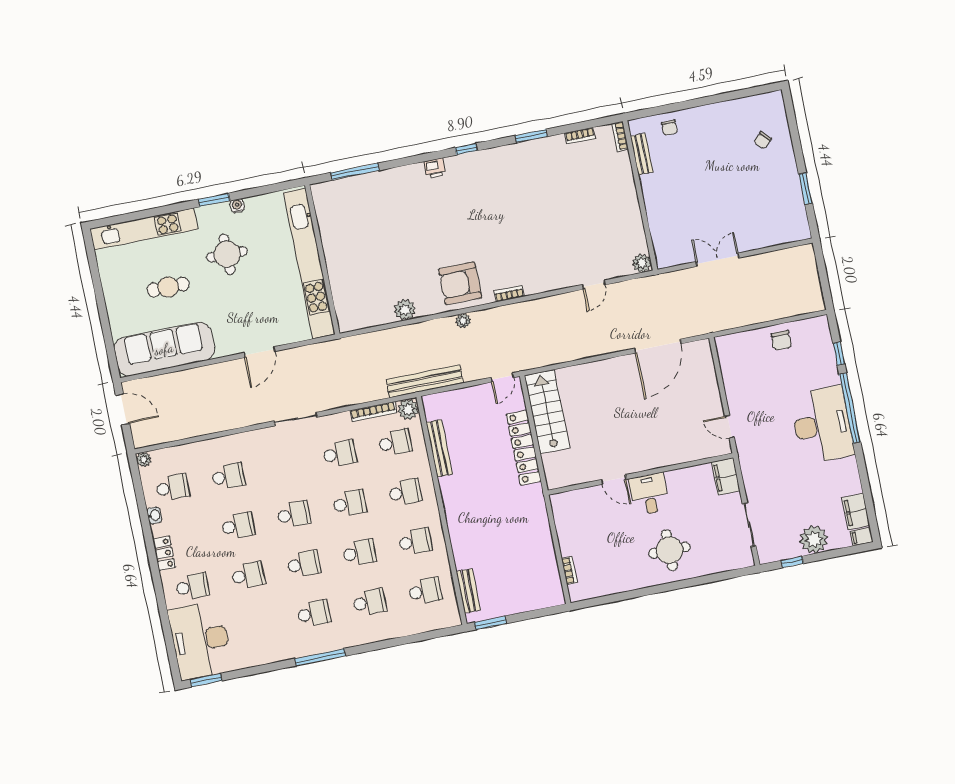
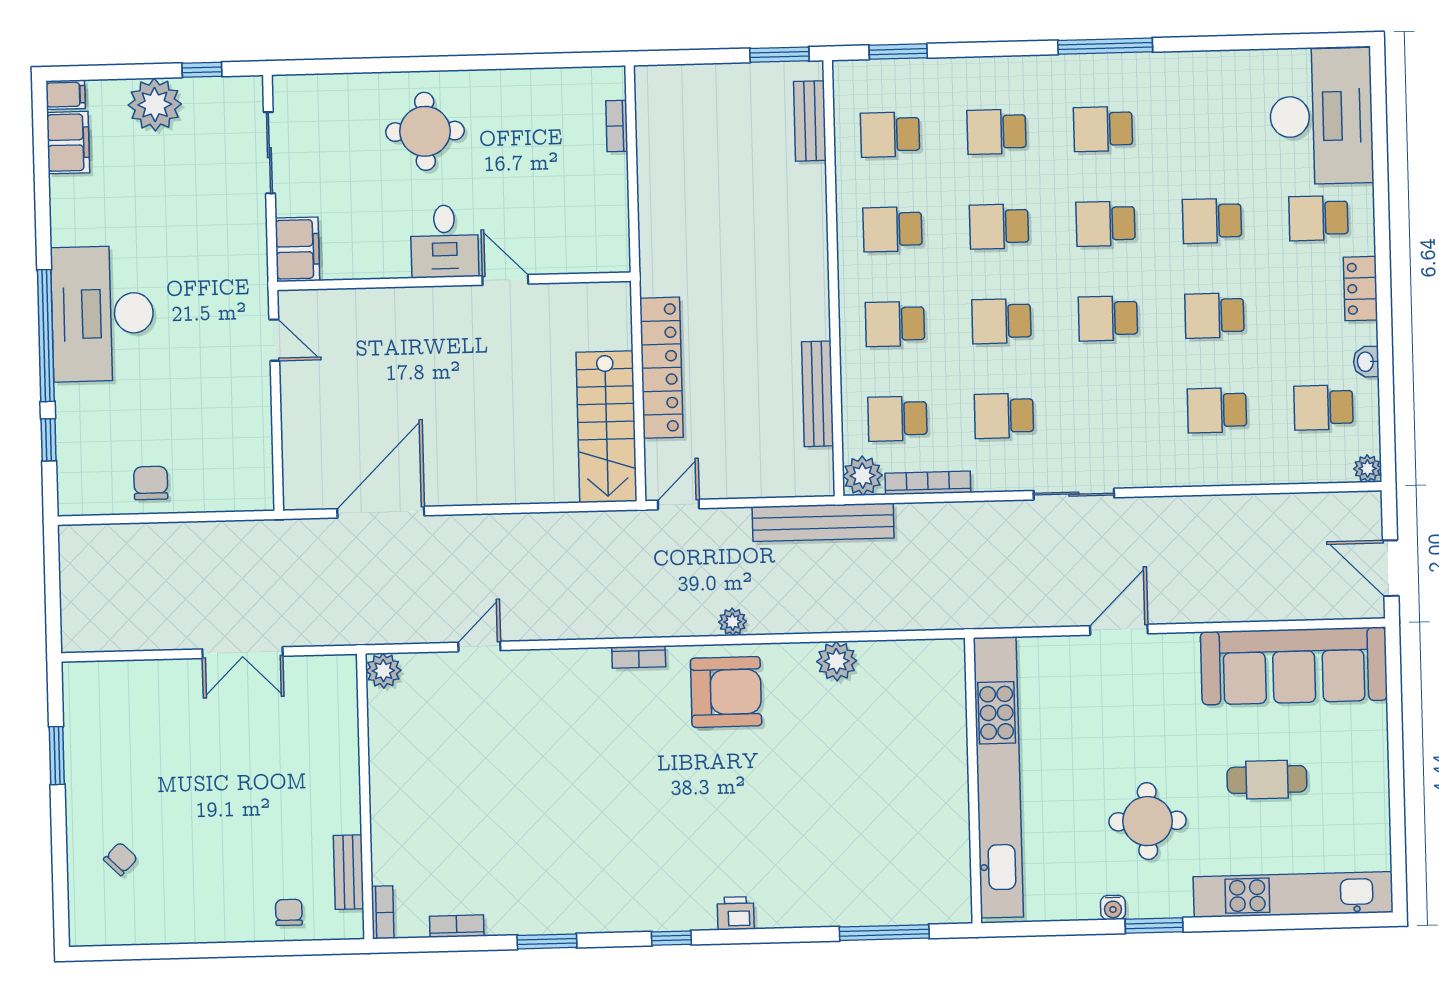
window: (206, 680) -> (898, 52), moved

